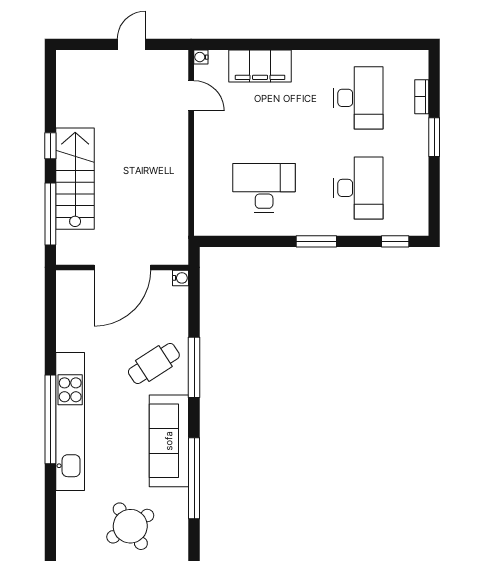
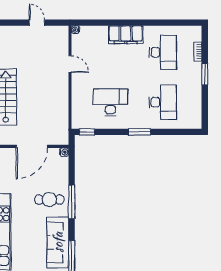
door: (131, 44) -> (37, 23), hinge flipped
filing cabinet: (260, 66) -> (126, 35), moved
door: (191, 96) -> (70, 64), moved
window: (395, 241) -> (87, 132), moved
cafe table: (154, 363) -> (49, 200), turned 33

